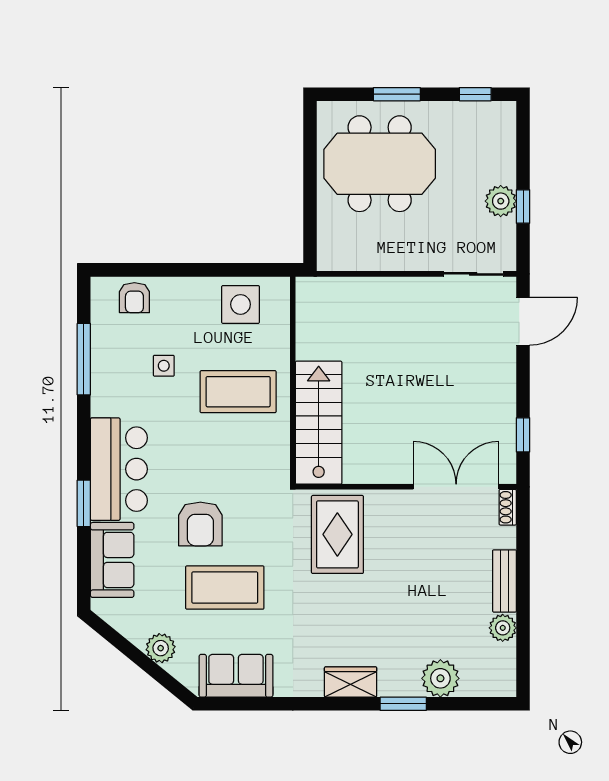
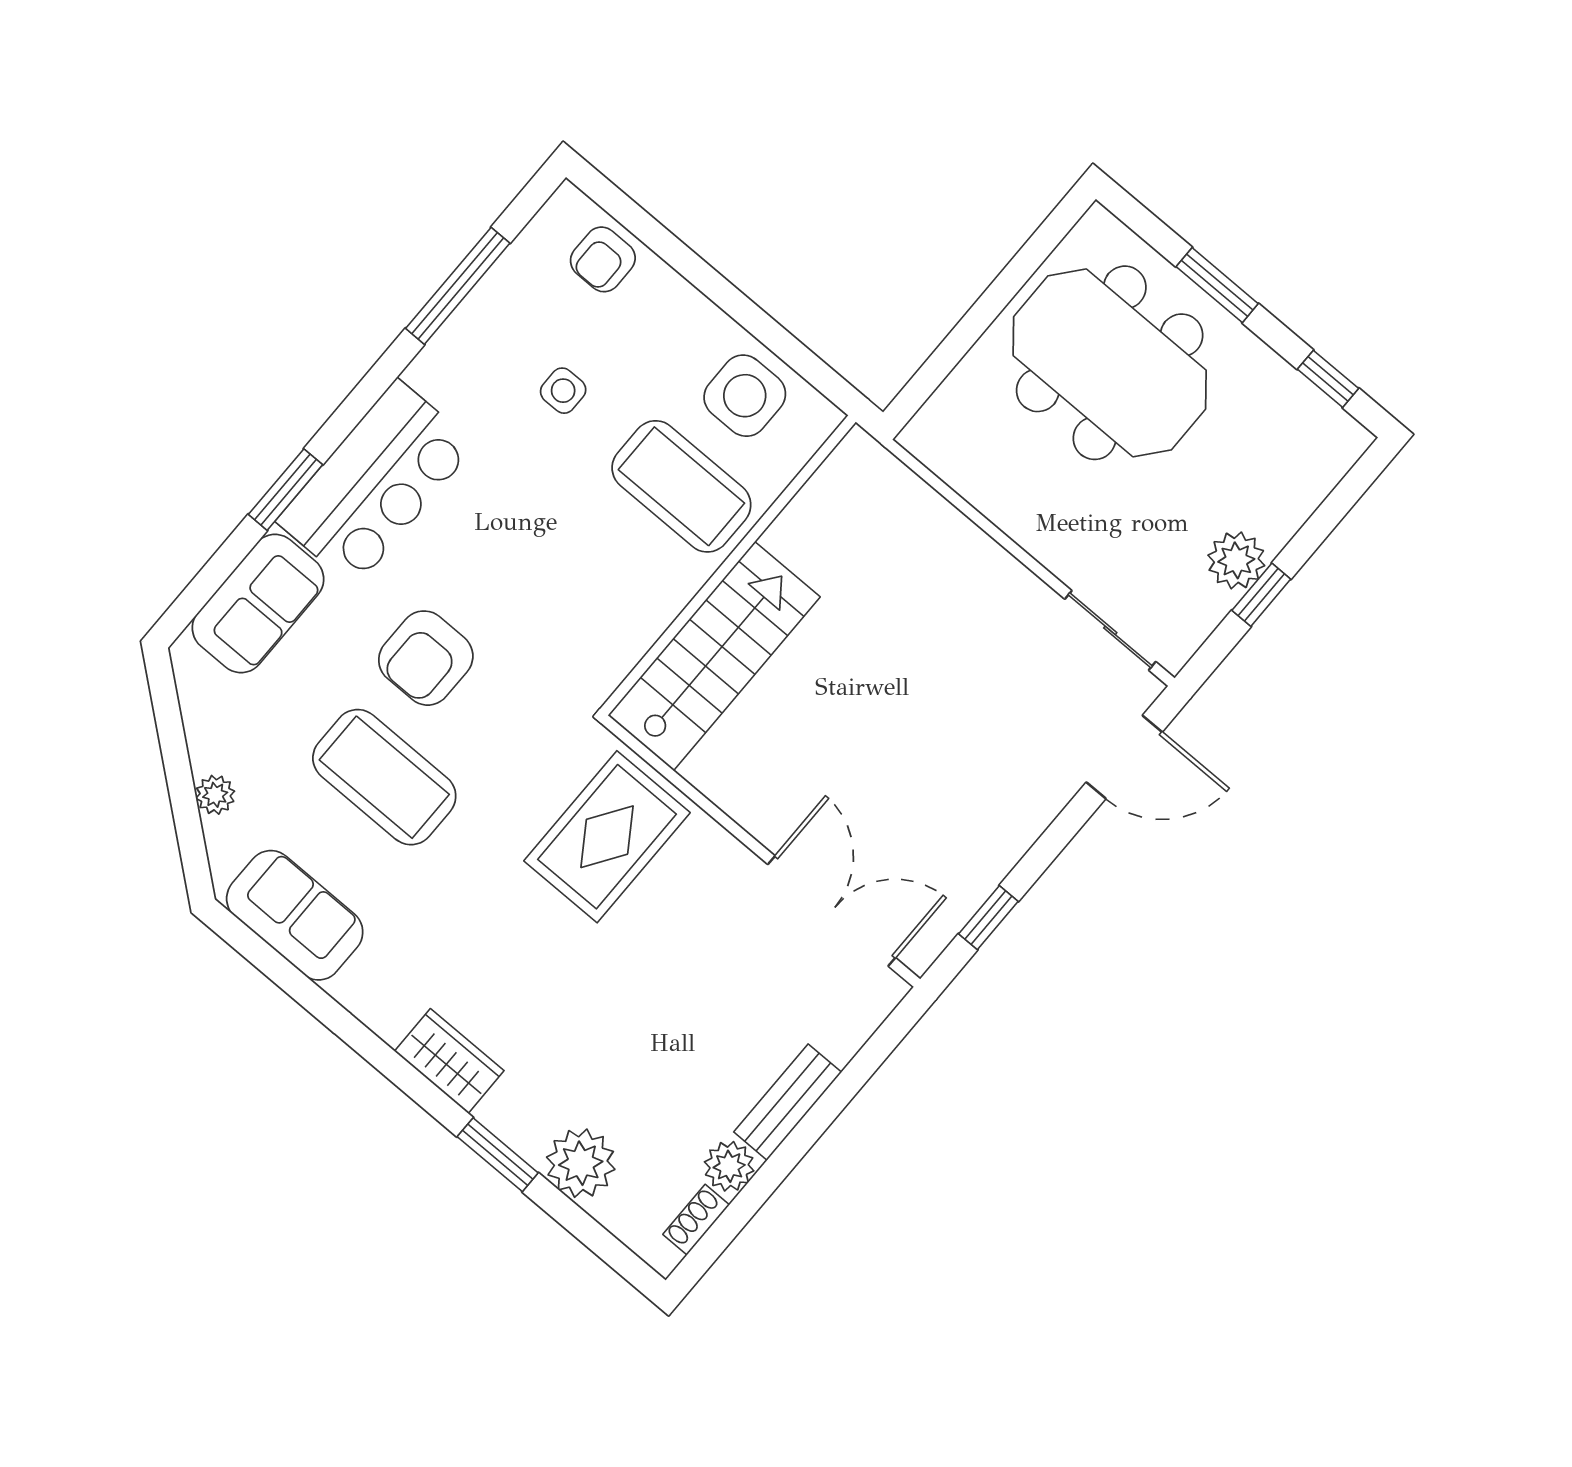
coffee table: (238, 392) -> (681, 486), moved
shoe rack: (508, 507) -> (696, 1220), moved
plant: (161, 648) -> (215, 795), width x0.73, depth x0.73

